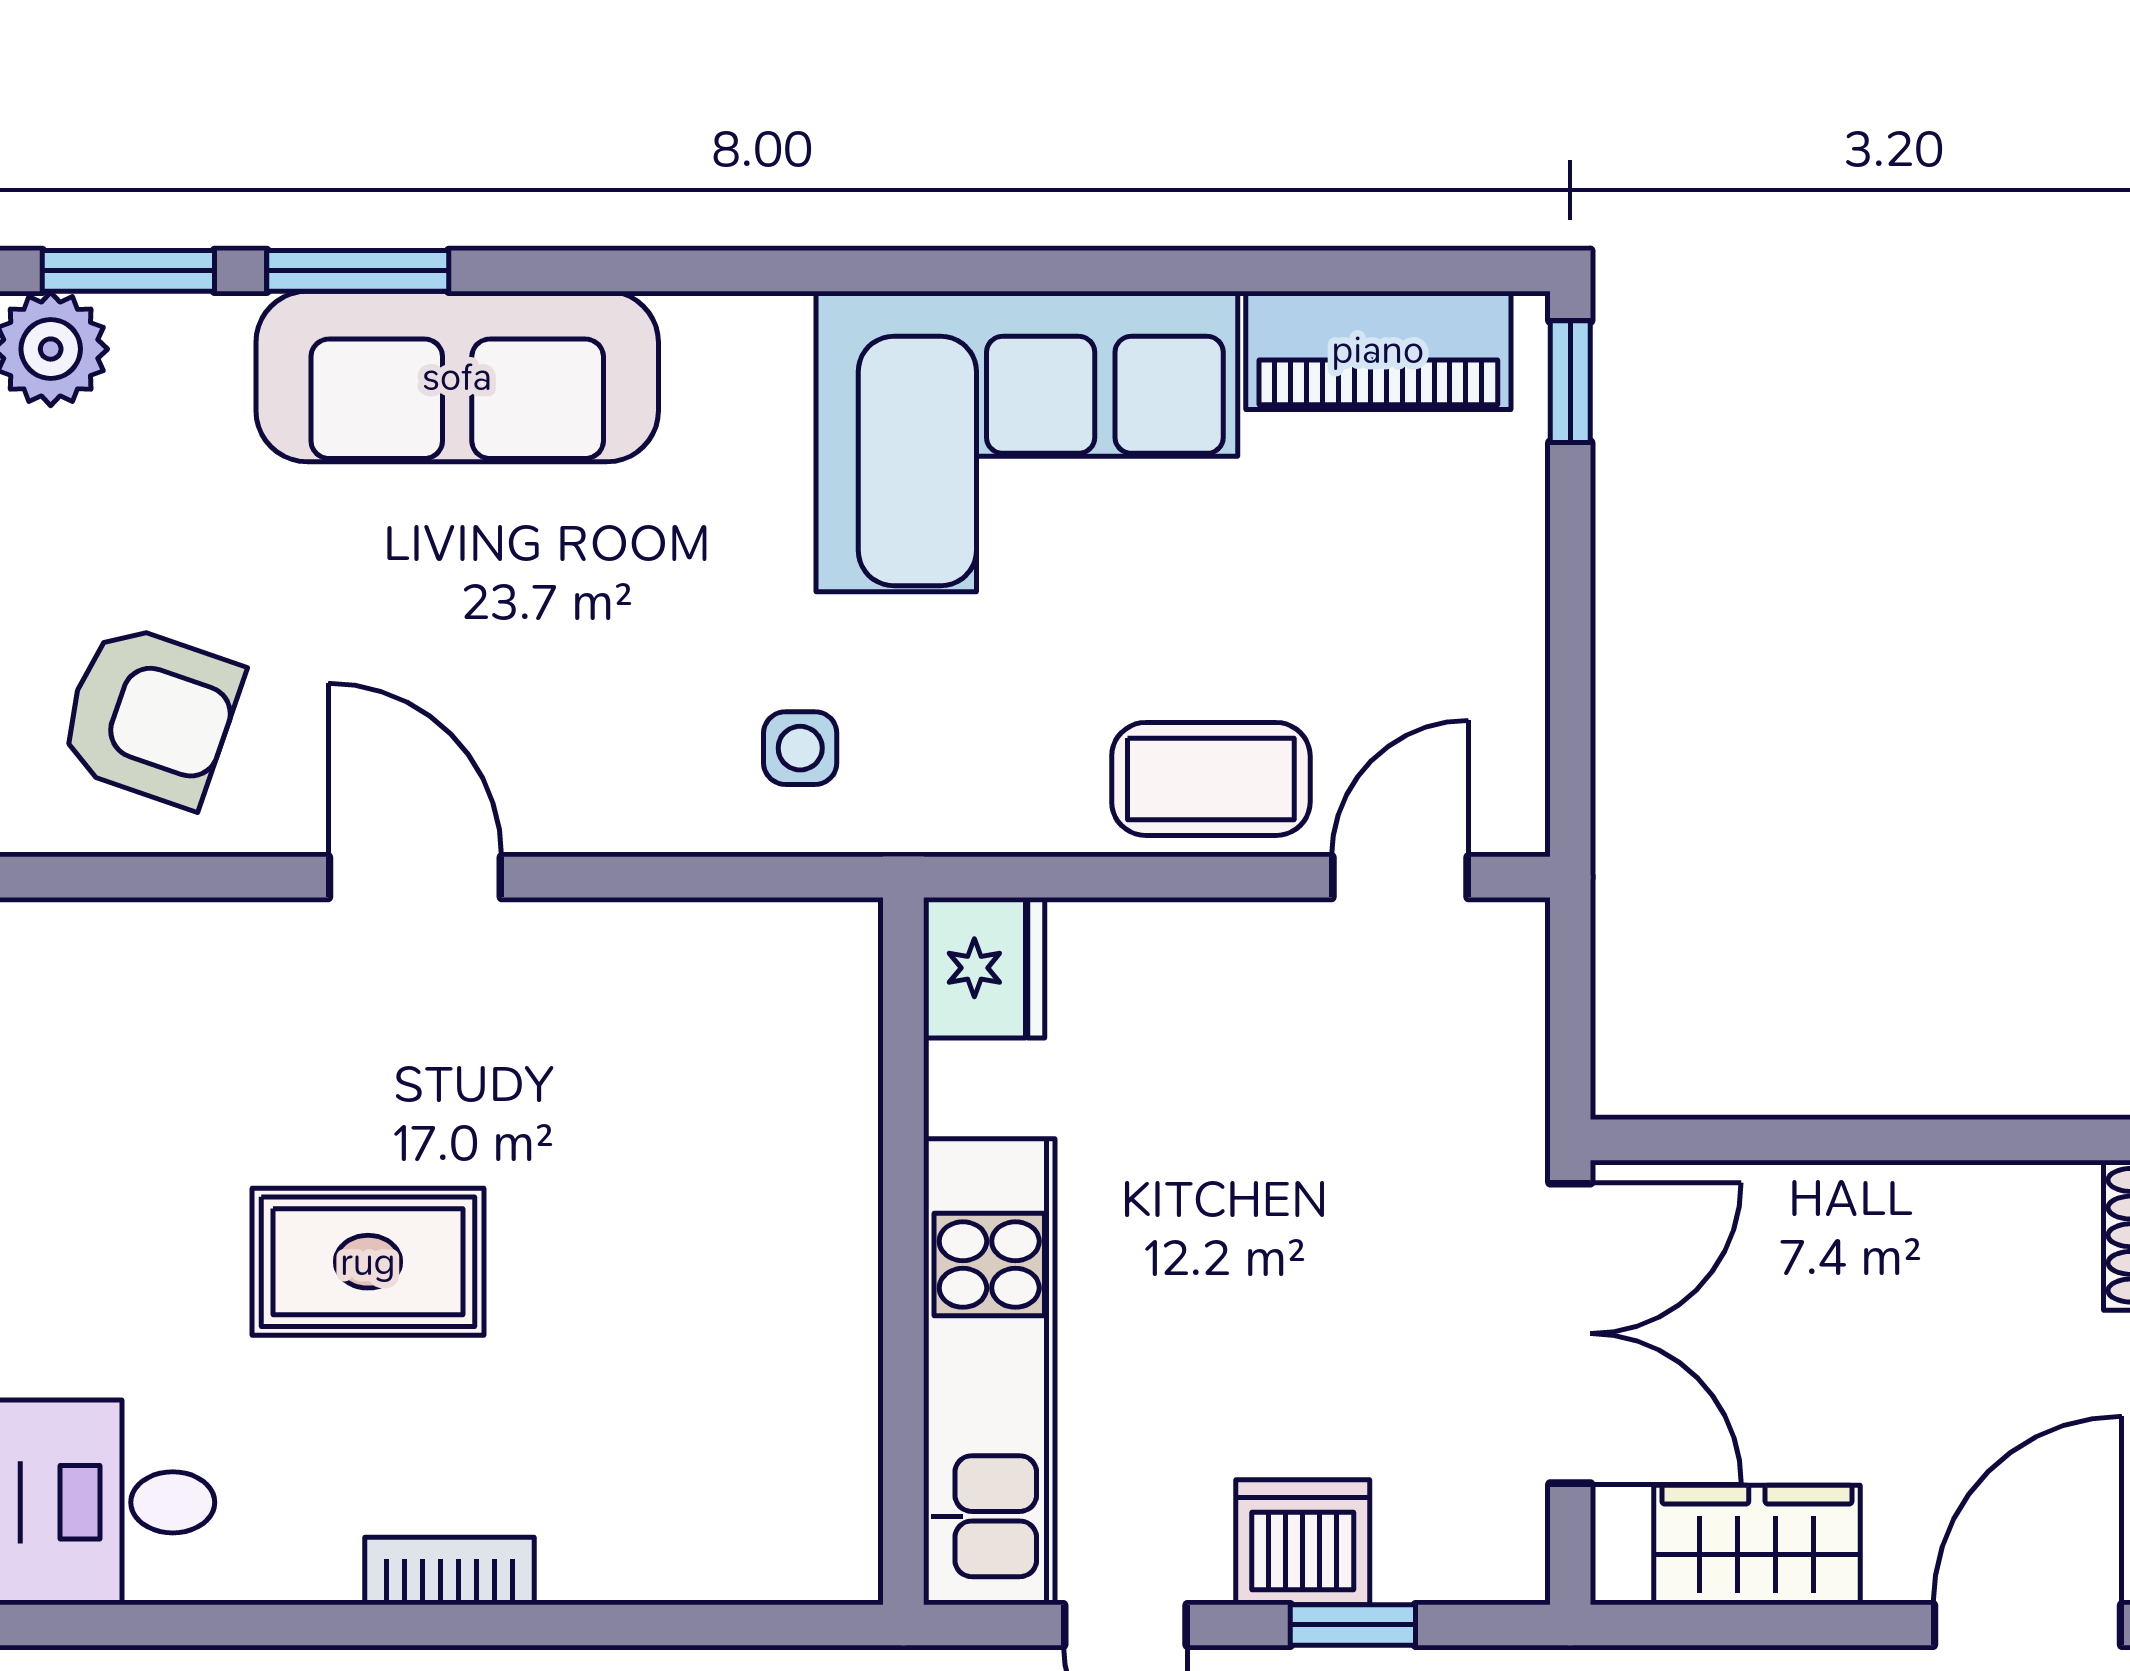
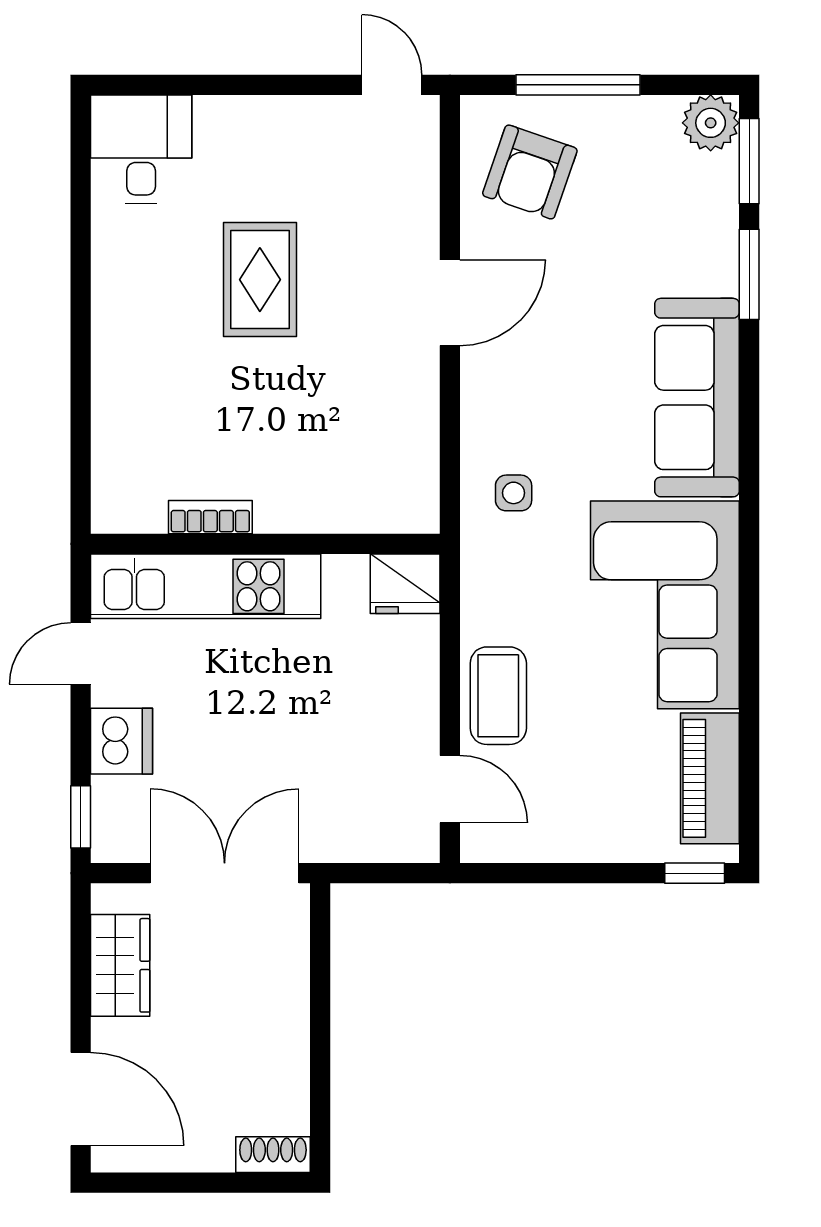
sofa: (457, 377) -> (697, 398), moved
double door: (1570, 1333) -> (225, 873), swing flipped
bookcase: (450, 1571) -> (210, 517), moved, turned -90
window: (1353, 1625) -> (81, 817), moved

